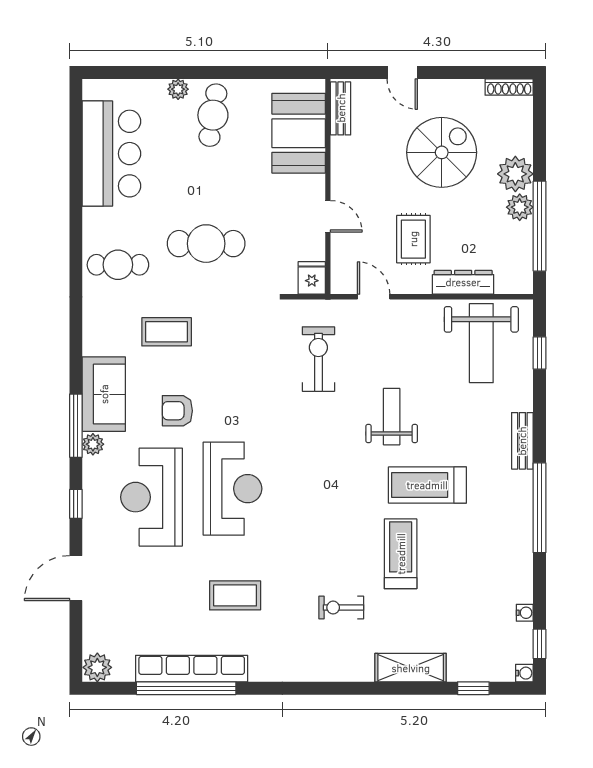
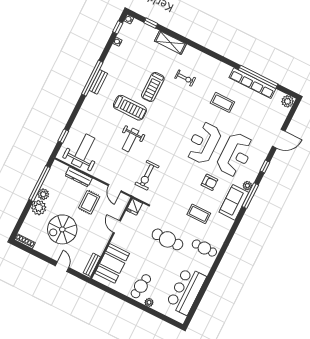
bench: (522, 441) -> (98, 82), moved

